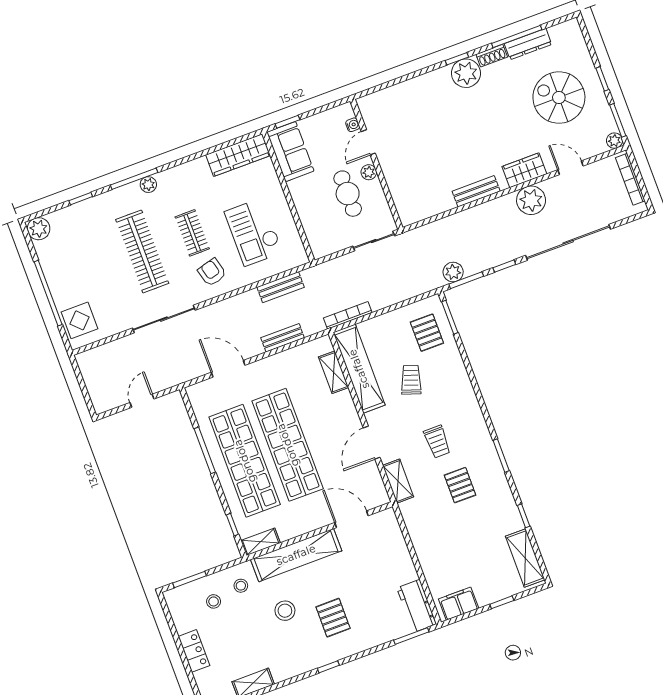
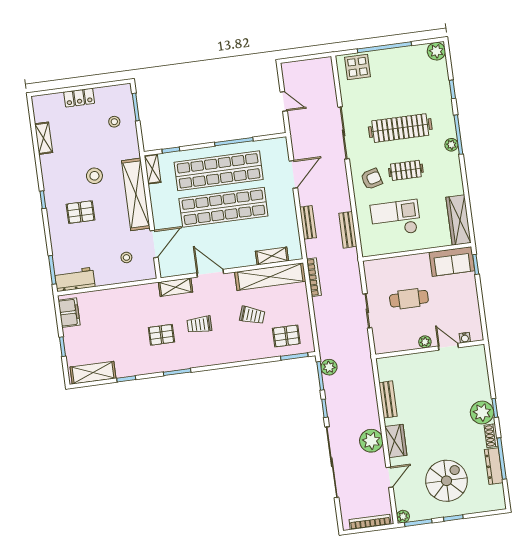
water cooler: (353, 125) -> (465, 338), moved
door: (368, 142) -> (448, 347), moved
wall: (376, 164) -> (430, 349), moved
plant: (369, 172) -> (425, 342), moved
stool: (241, 586) -> (126, 257), moved

